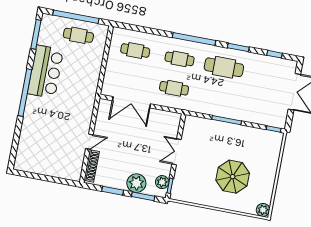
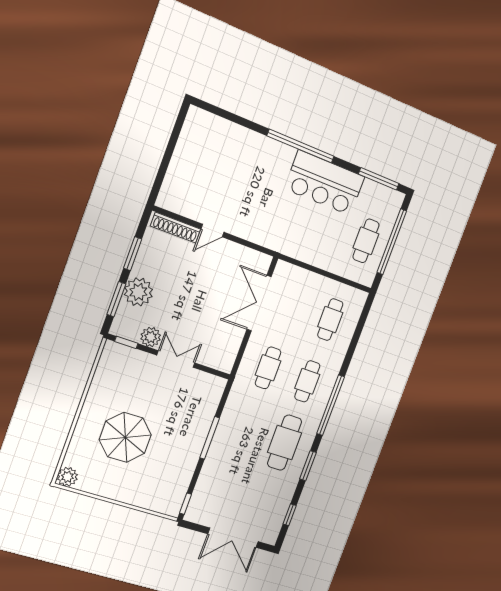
door: (89, 142) -> (212, 231), hinge flipped
plant: (162, 182) -> (151, 337), moved

